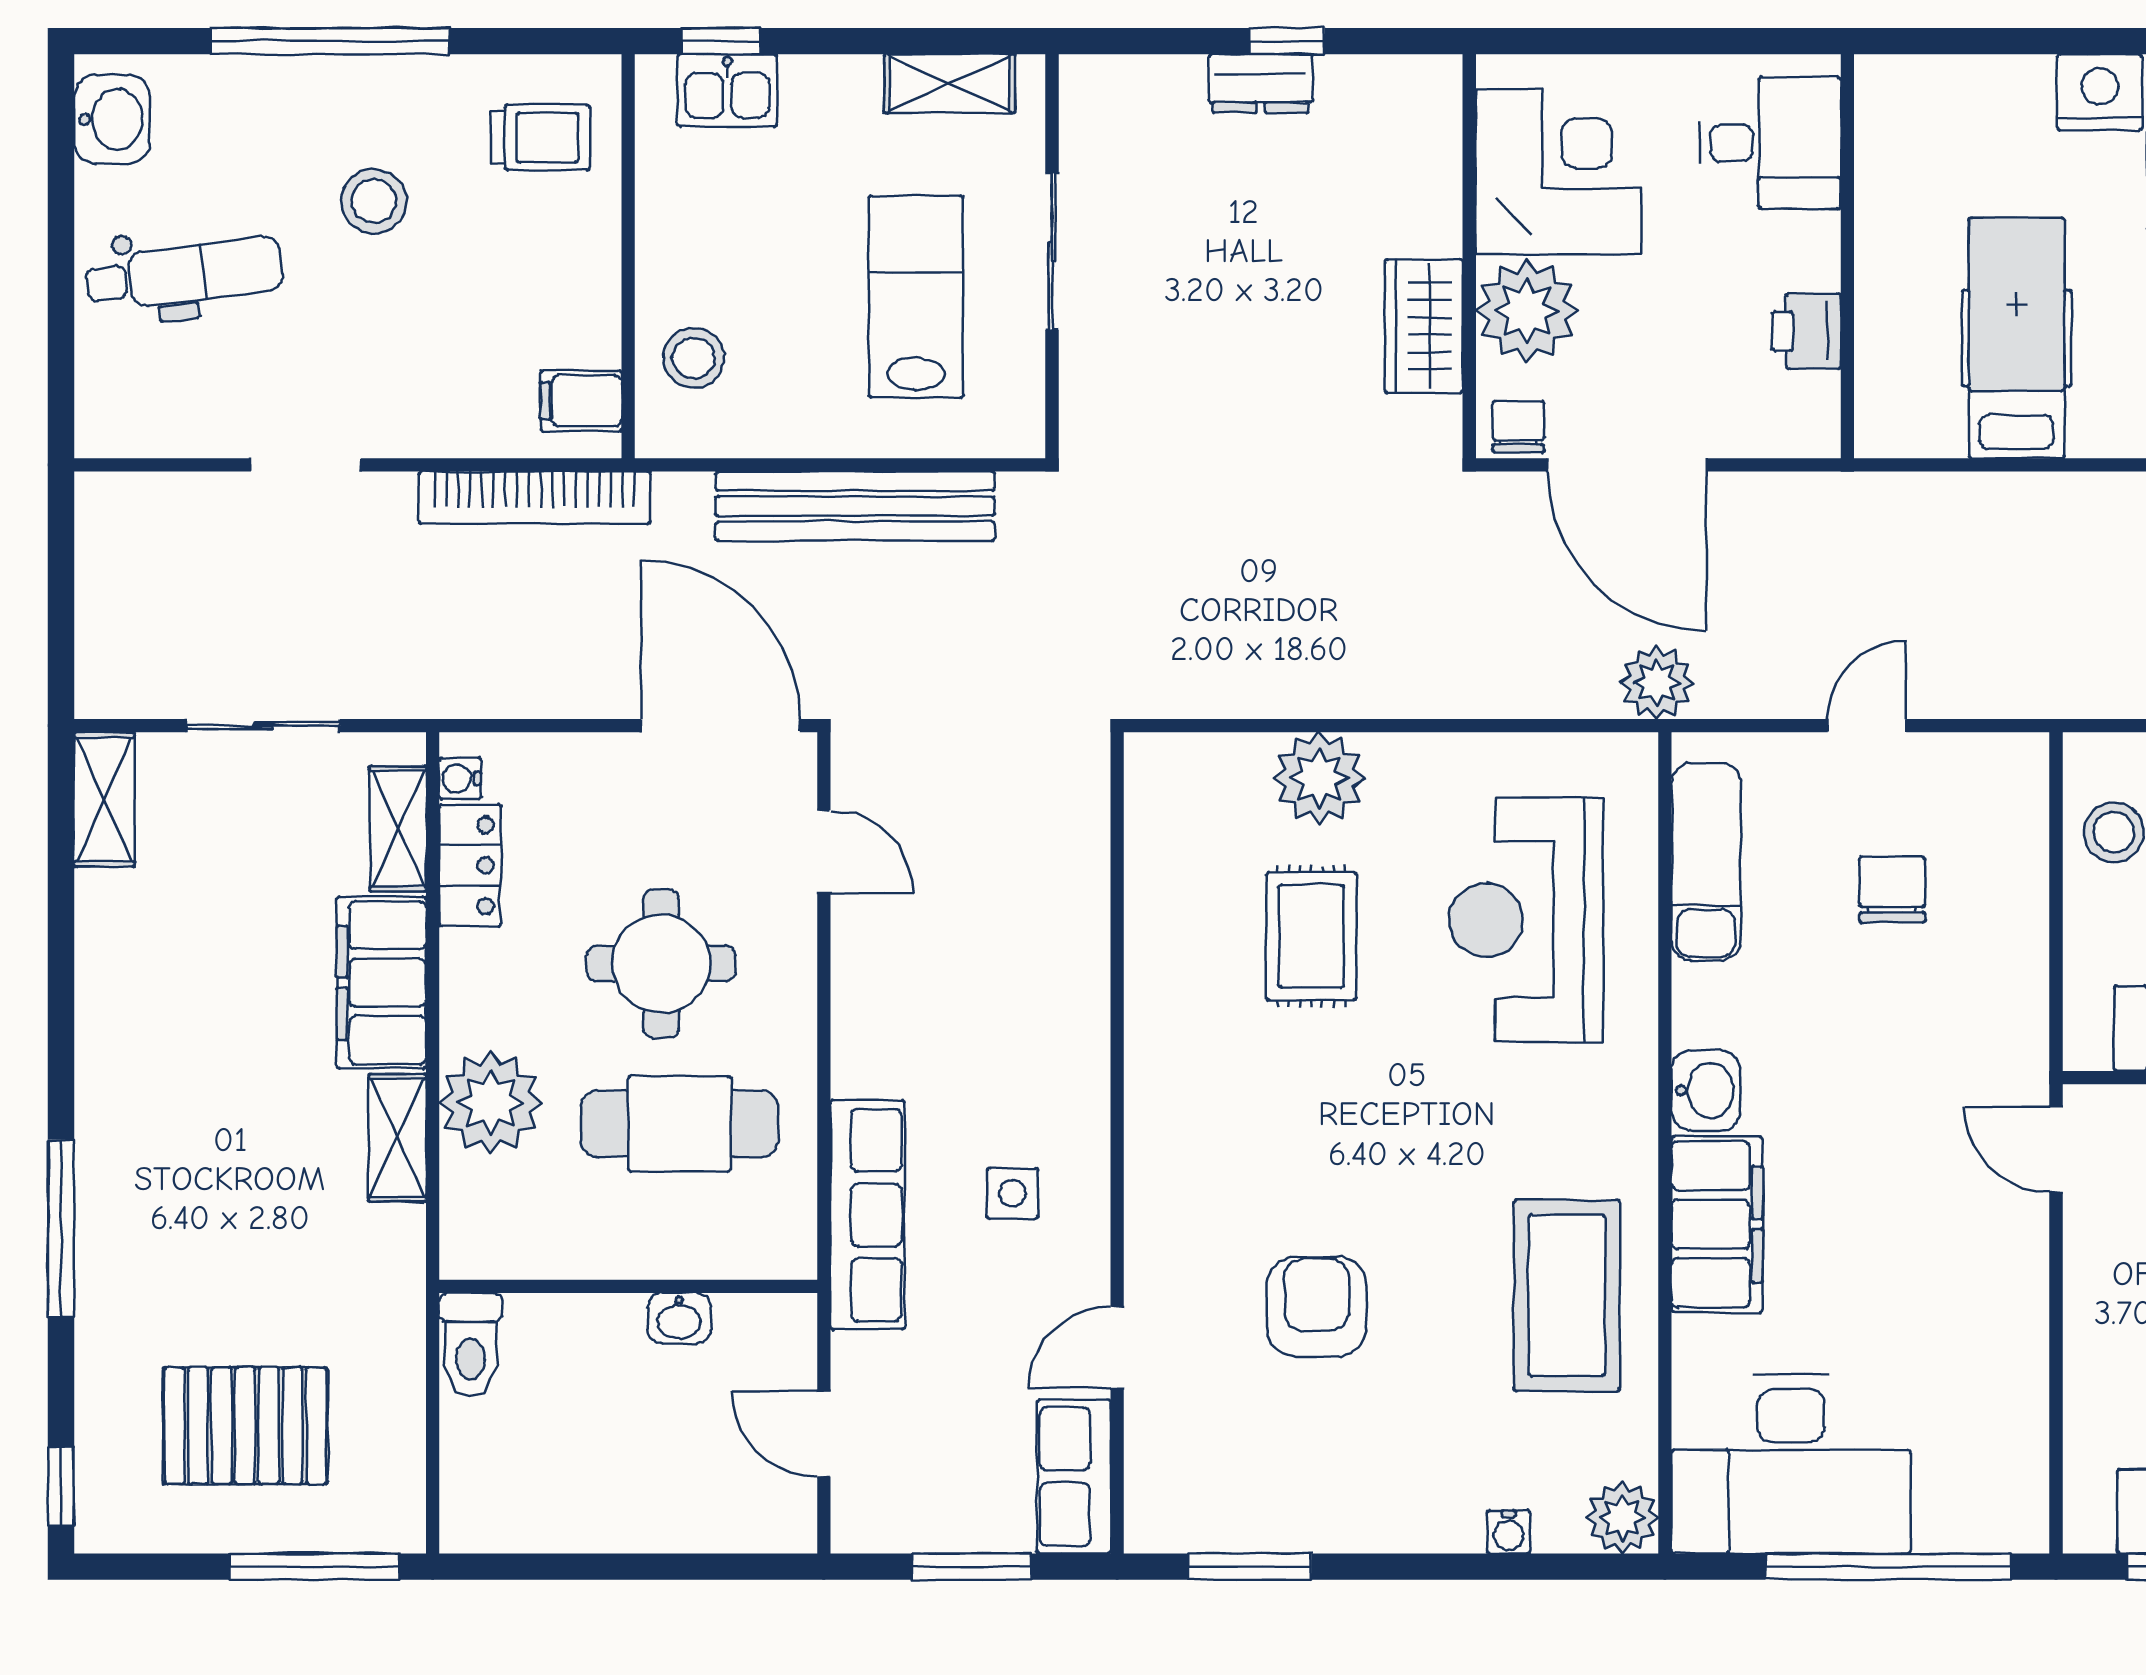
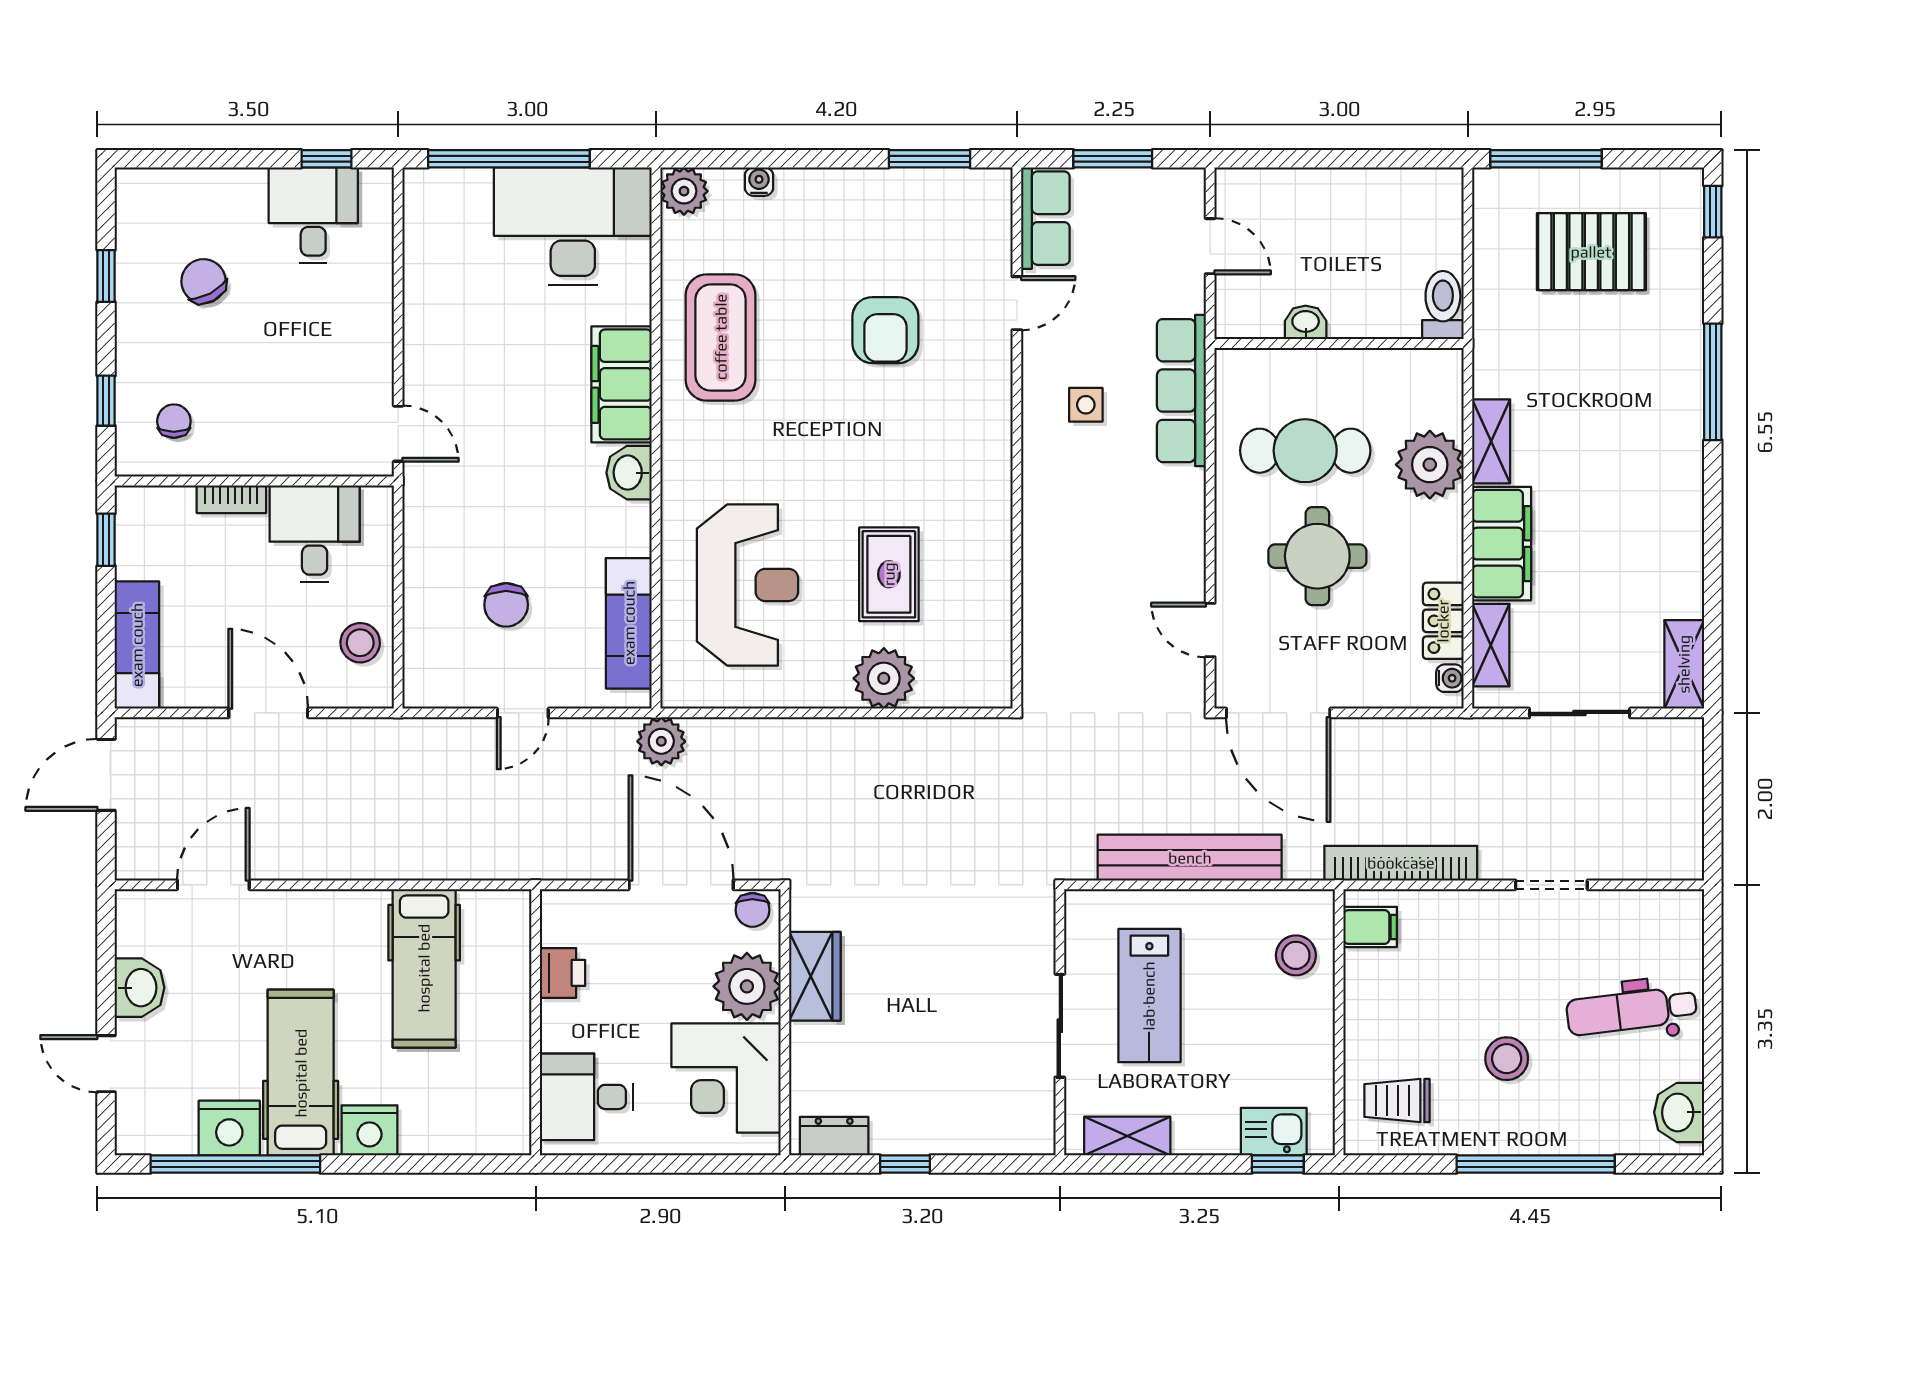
dresser: (1261, 83) -> (834, 1136), moved

